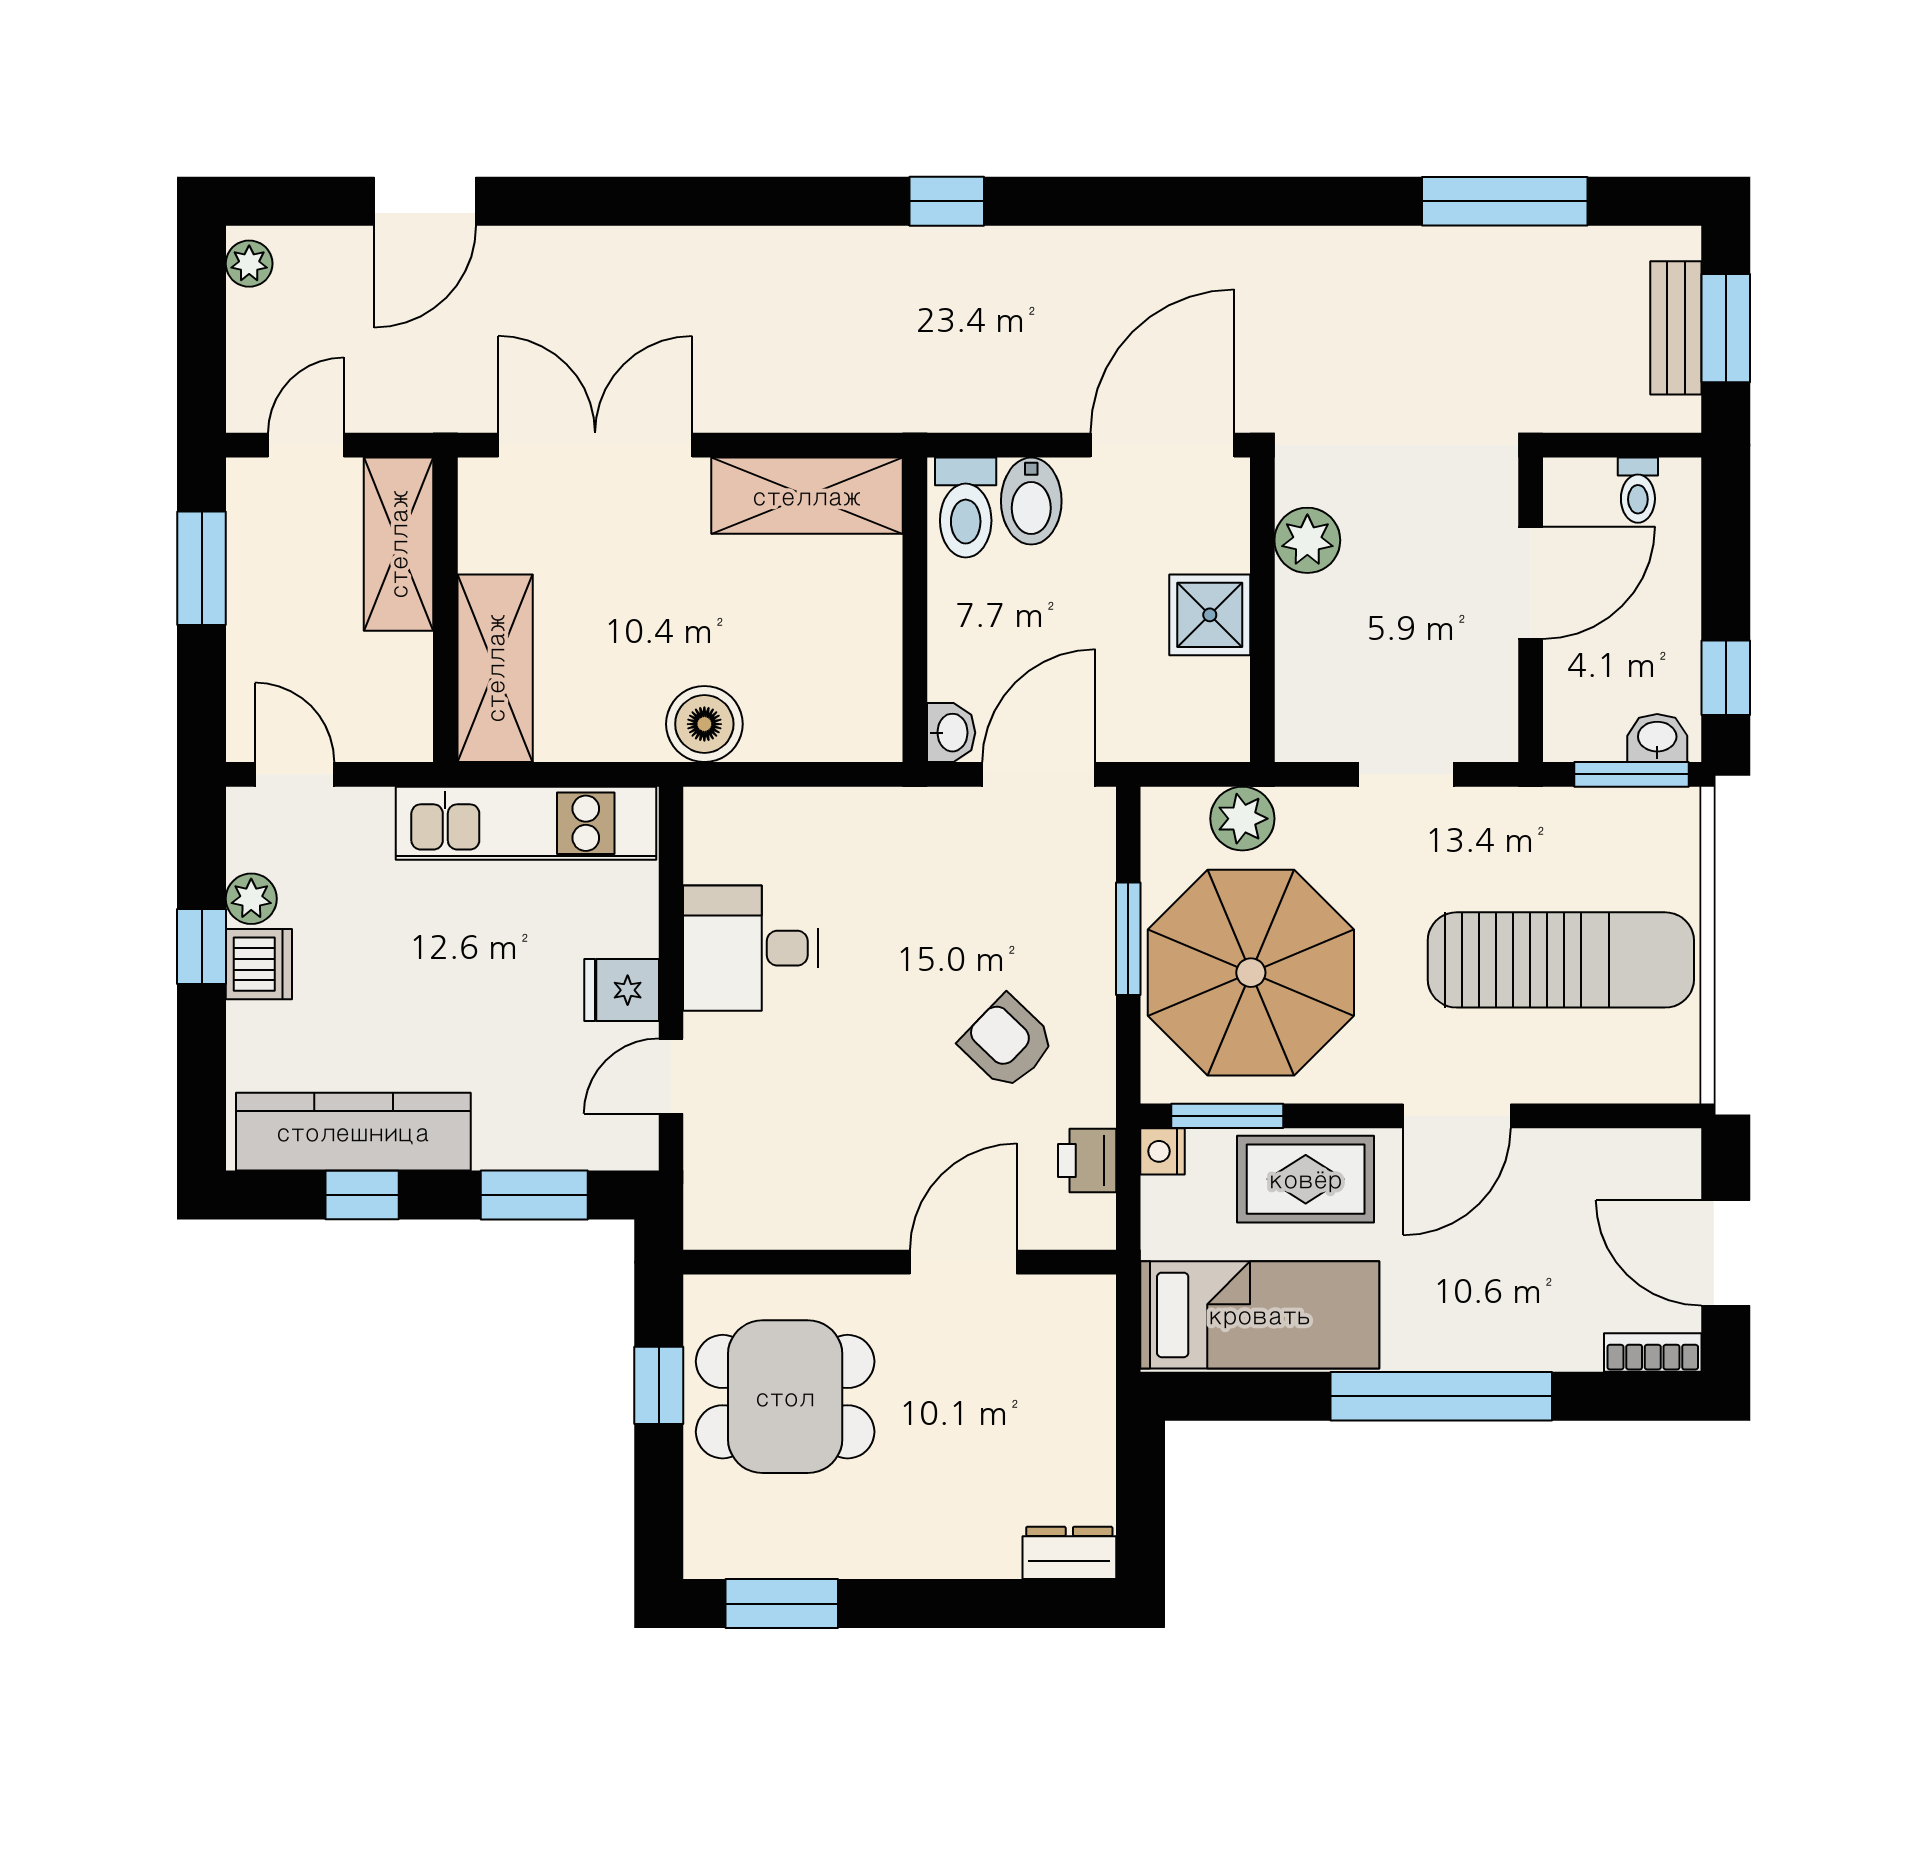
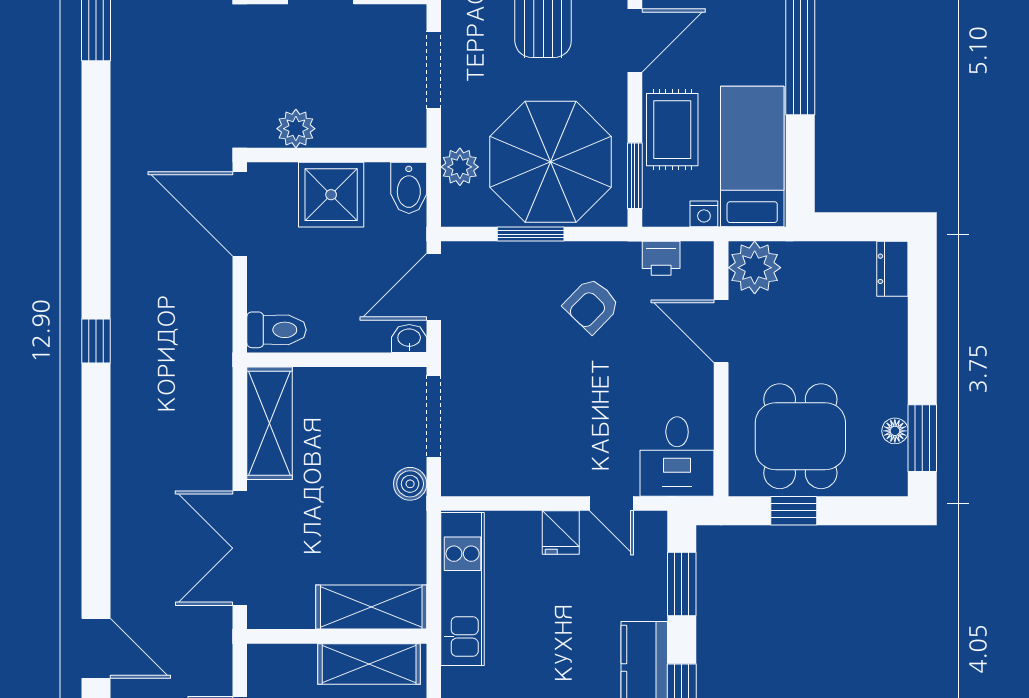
bidet: (1031, 501) -> (409, 188), moved, turned 90
shelving: (398, 544) -> (369, 664), moved
shower: (1210, 615) -> (331, 195), width x1.36, depth x1.36
boiler: (704, 724) -> (410, 484), width x0.73, depth x0.73
doorway: (819, 774) -> (434, 416), added
door: (1039, 774) -> (434, 287), hinge flipped
doorway: (1406, 774) -> (434, 70), width x1.38
desk: (751, 948) -> (677, 456), moved
door: (1457, 1116) -> (635, 40), hinge flipped
nightstand: (1162, 1151) -> (704, 214), moved
plant: (1071, 1319) -> (755, 268), added
floor lamp: (794, 1557) -> (895, 431), added

